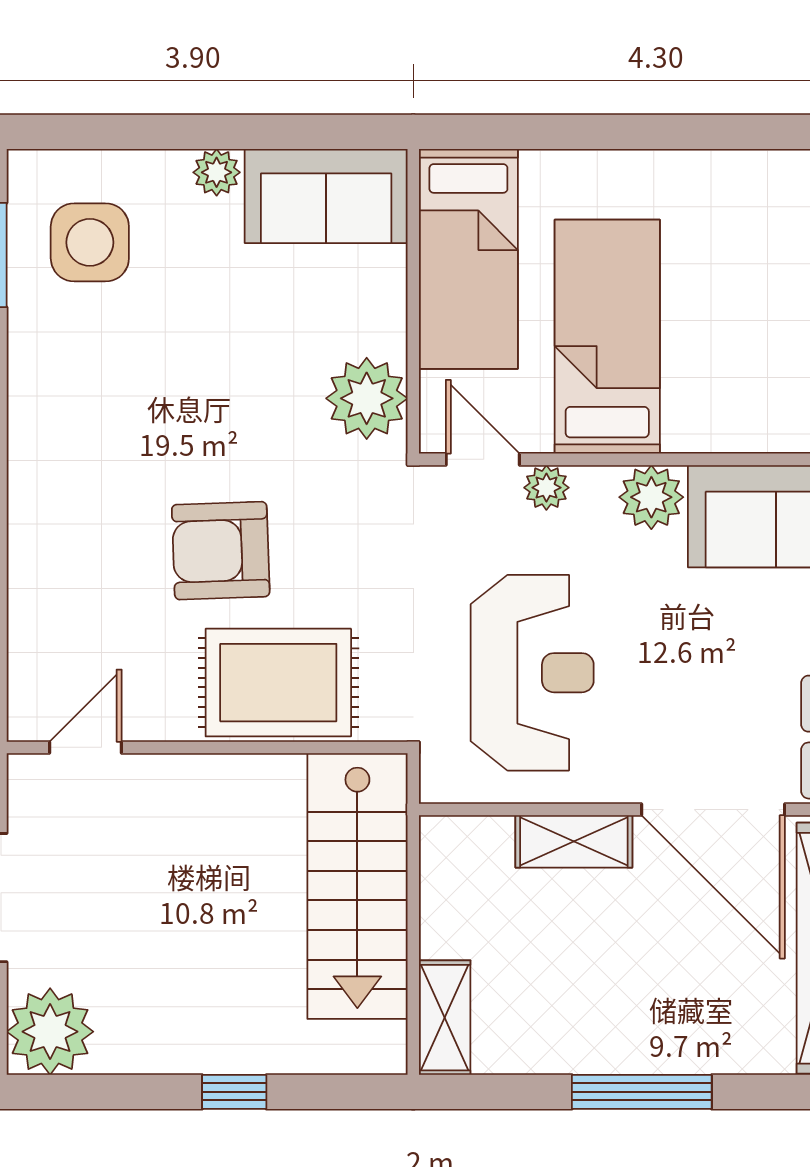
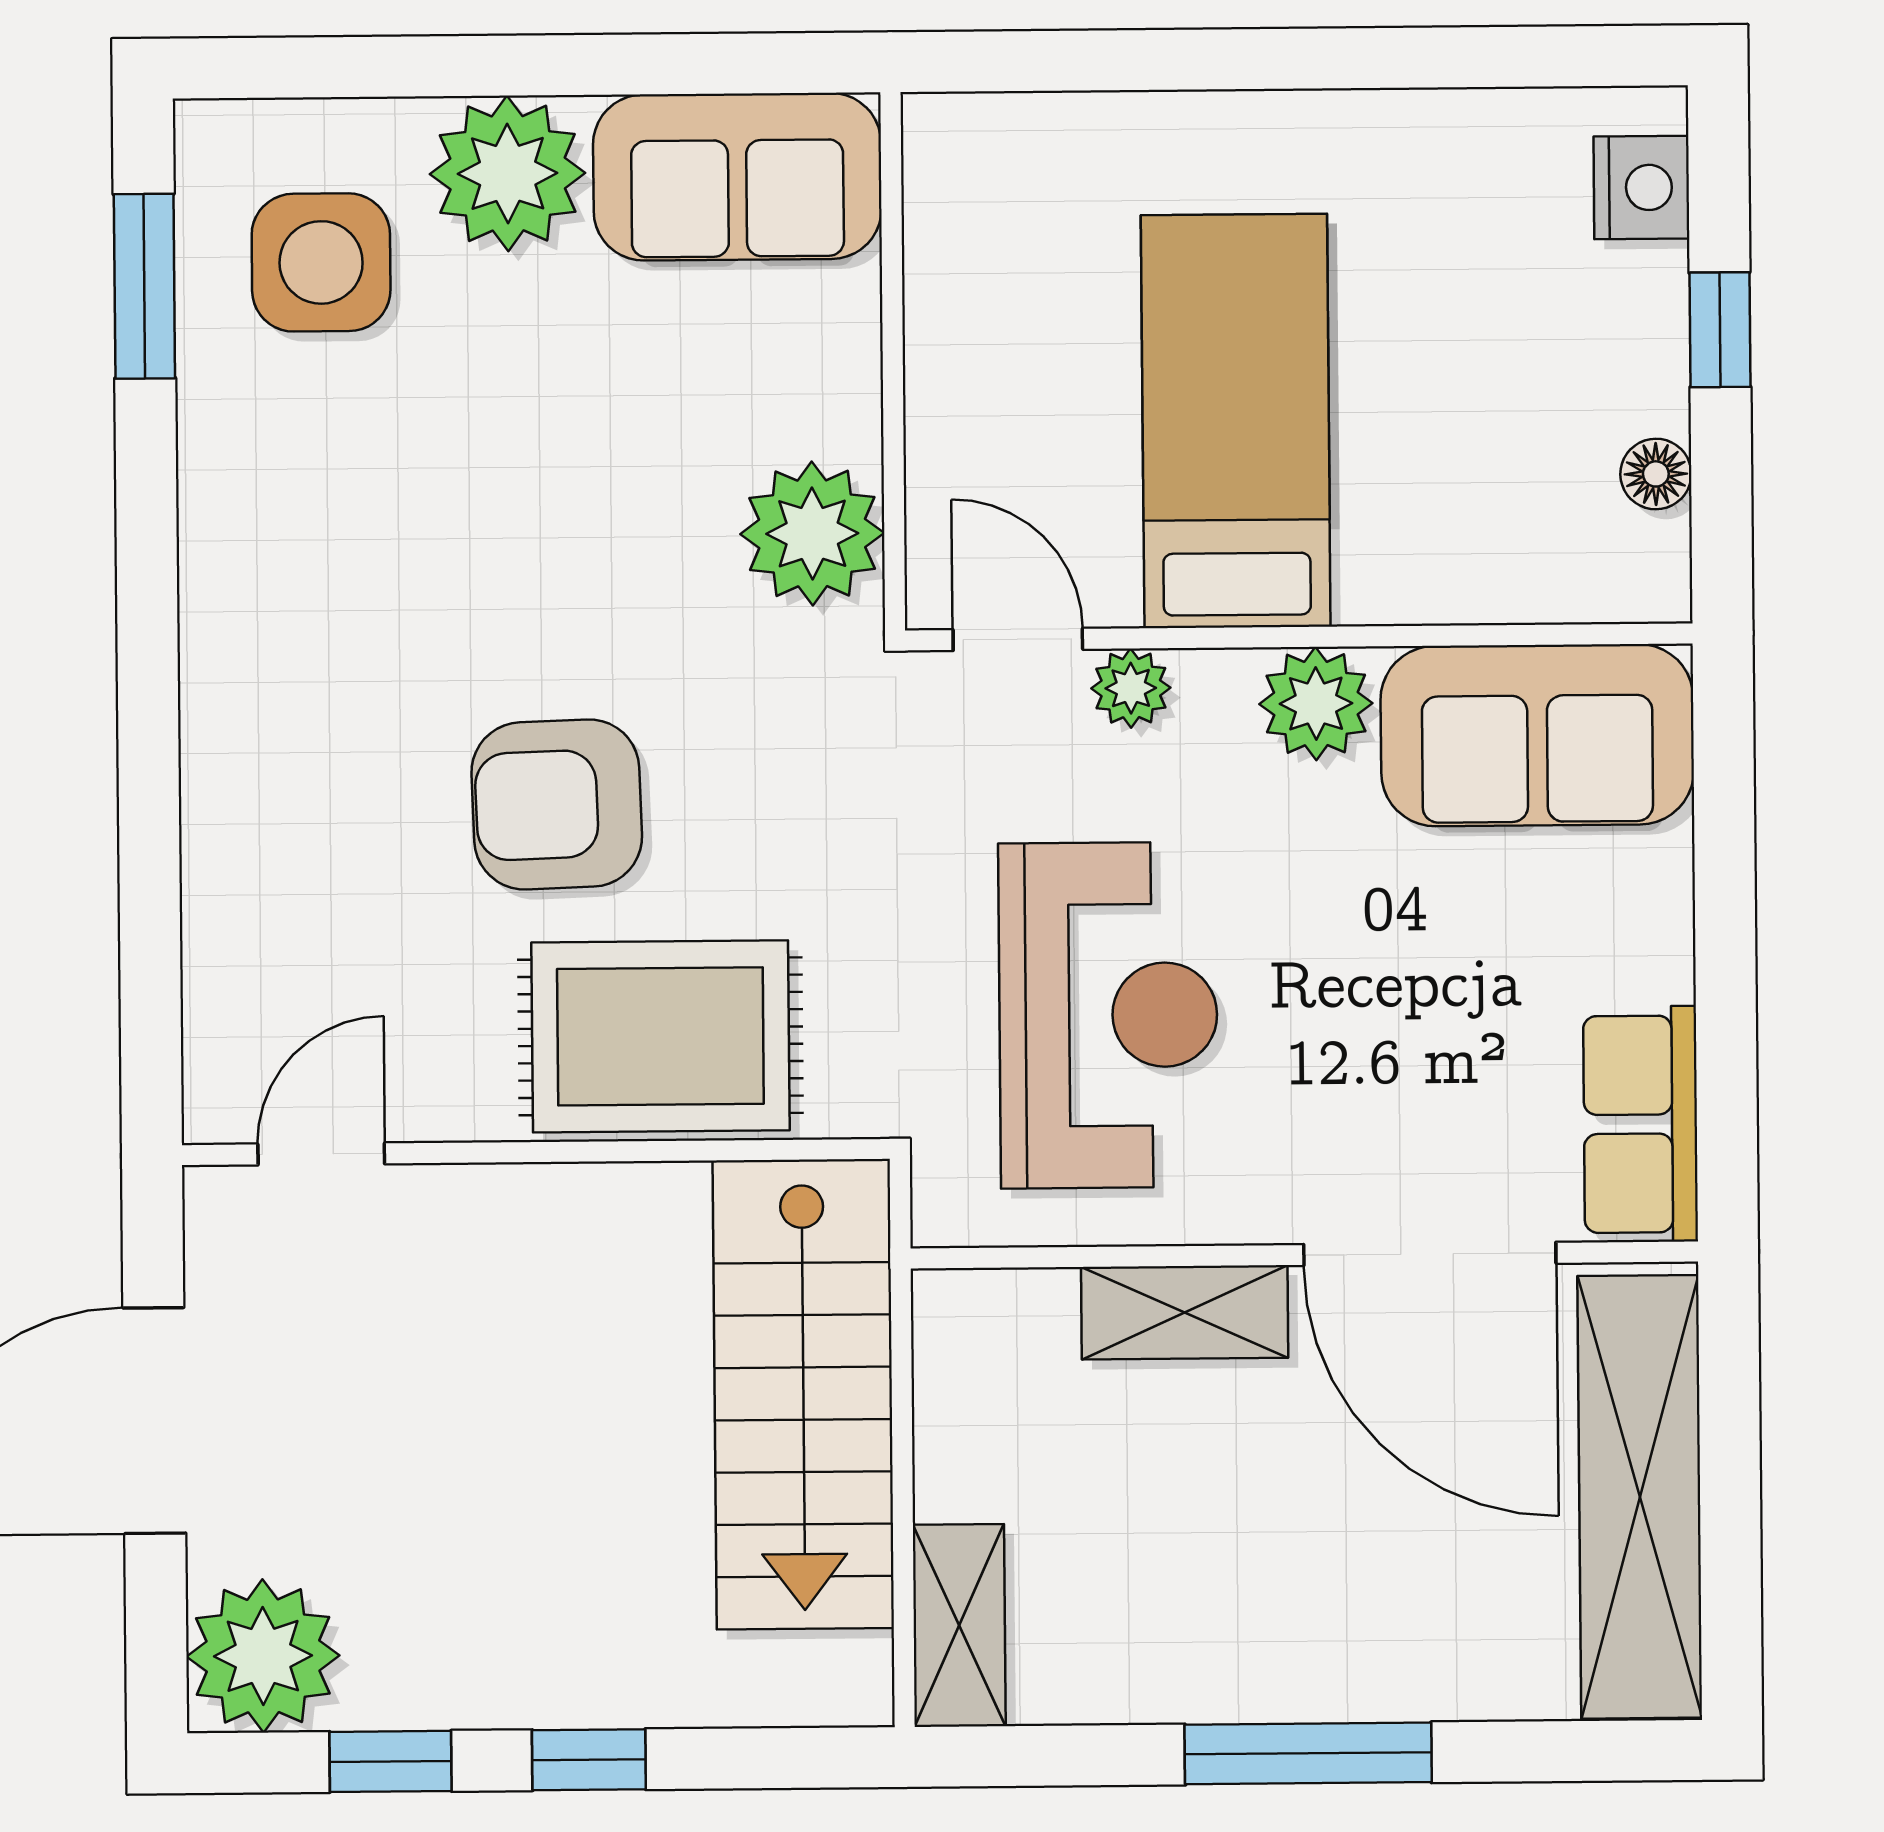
plant: (217, 172) -> (508, 173), width x1.88, depth x1.88
bed: (468, 259) -> (989, 286), removed
window: (122, 1092) -> (390, 1761), added

